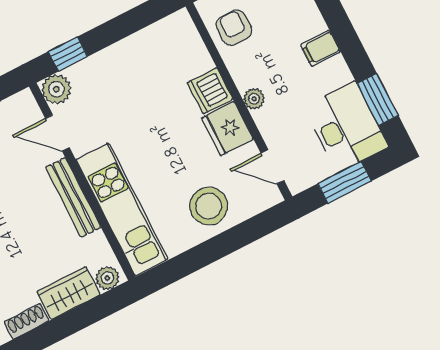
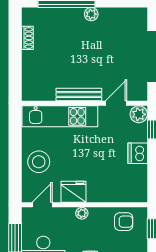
dishwasher: (210, 91) -> (138, 153), moved, turned -90
plant: (107, 278) -> (28, 91), removed
wardrobe: (69, 293) -> (31, 67), removed

